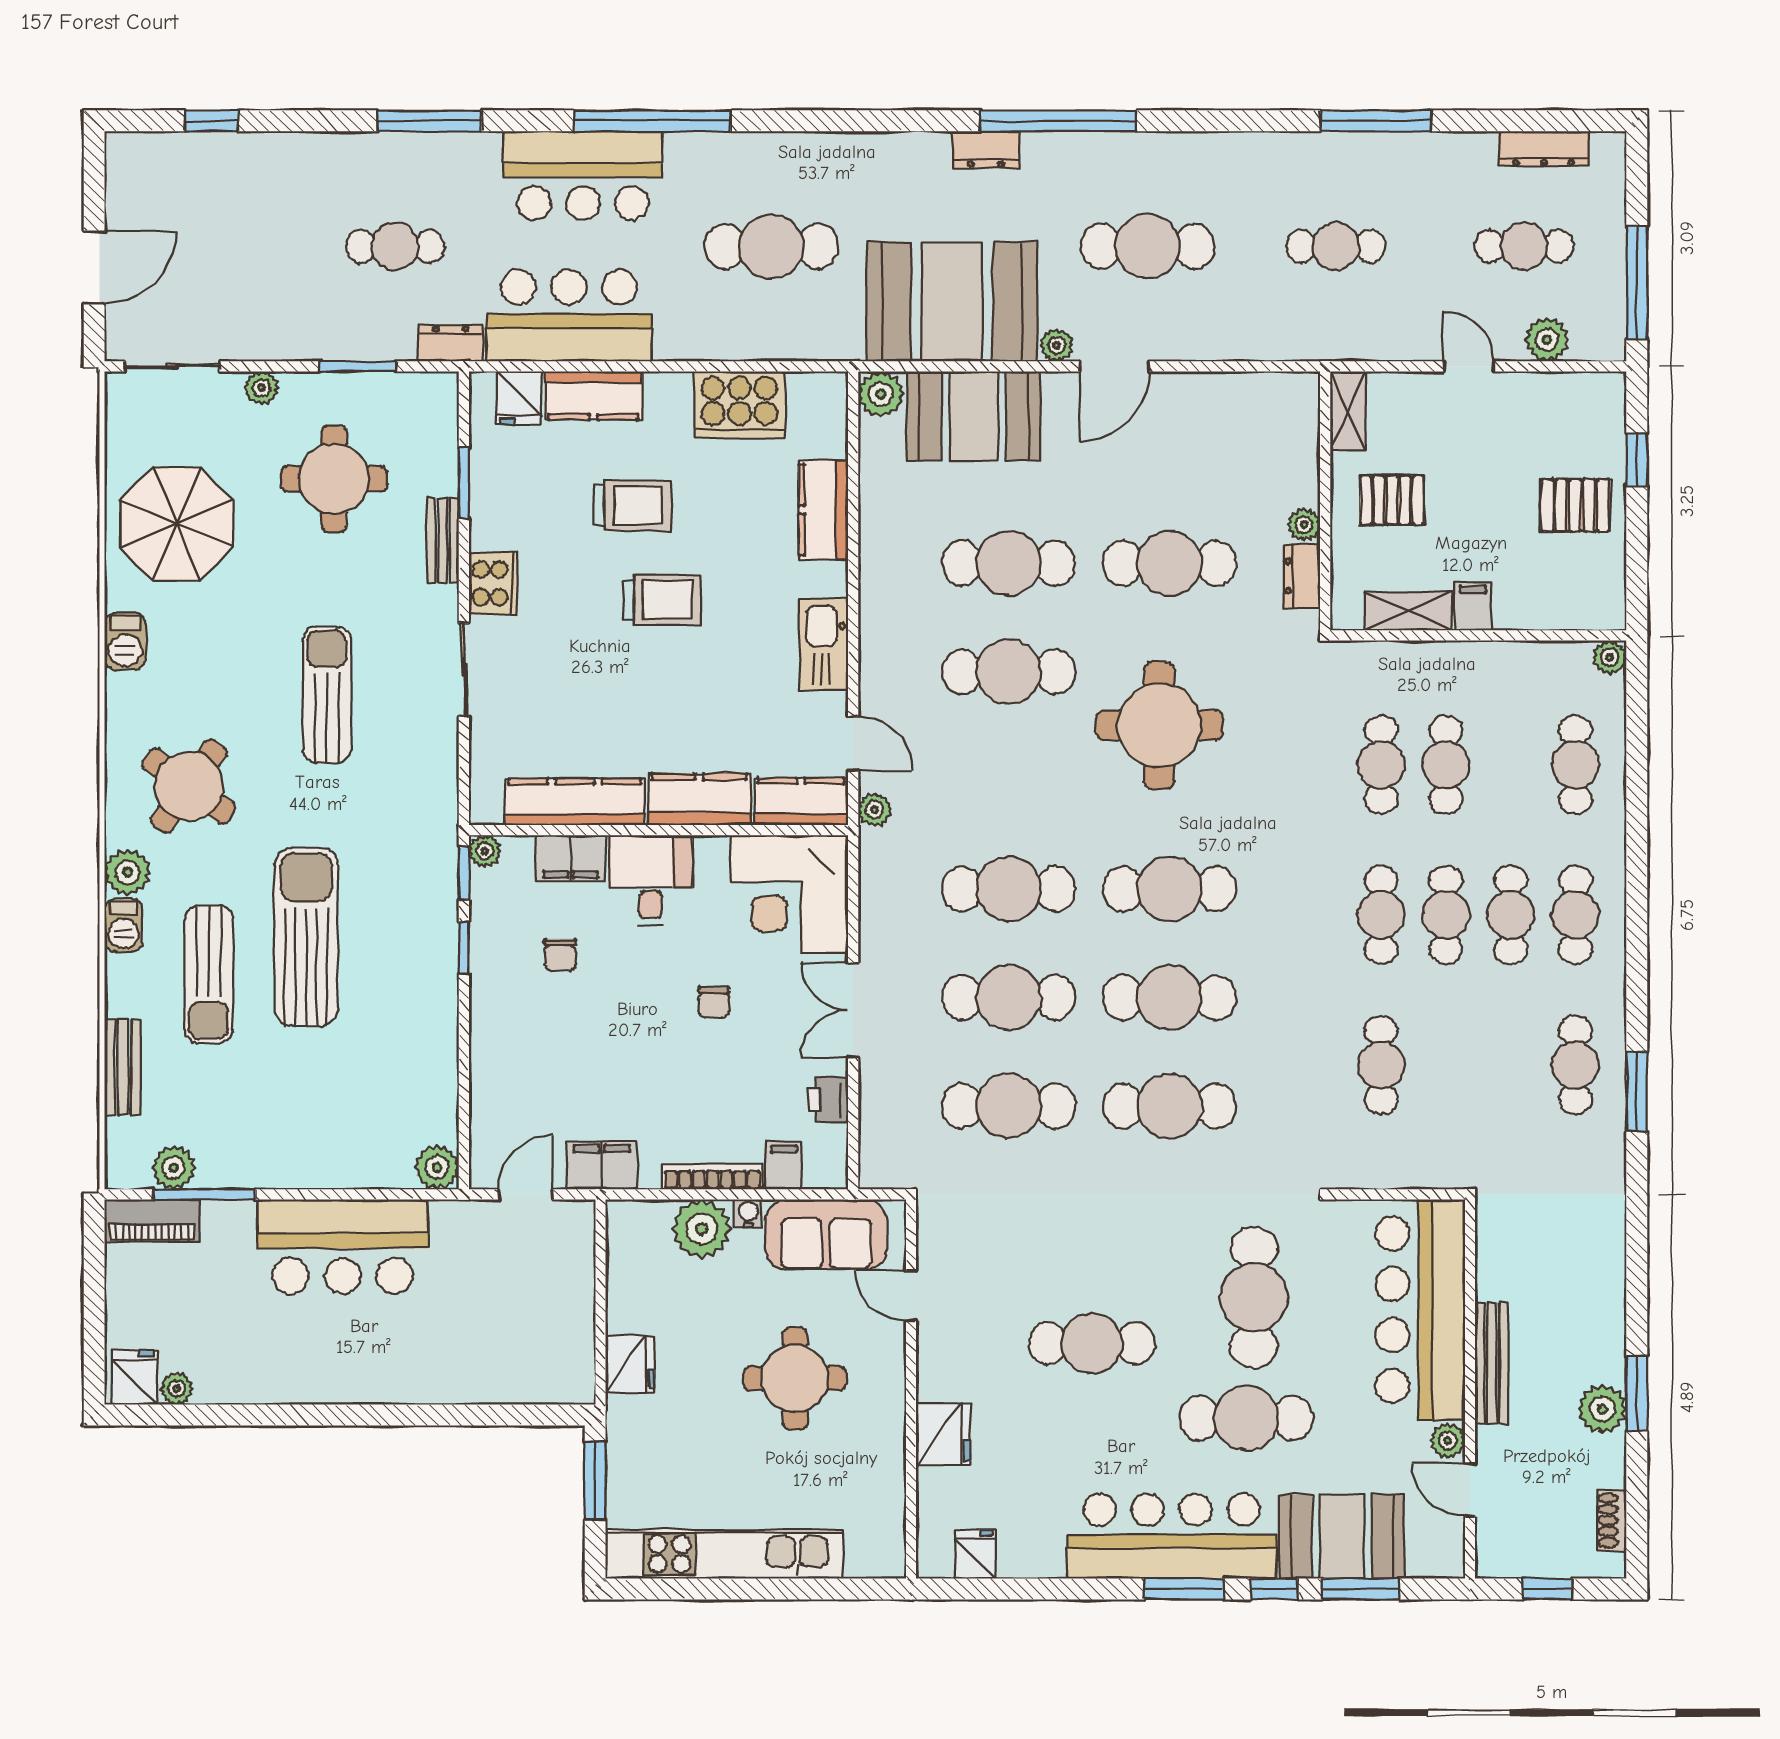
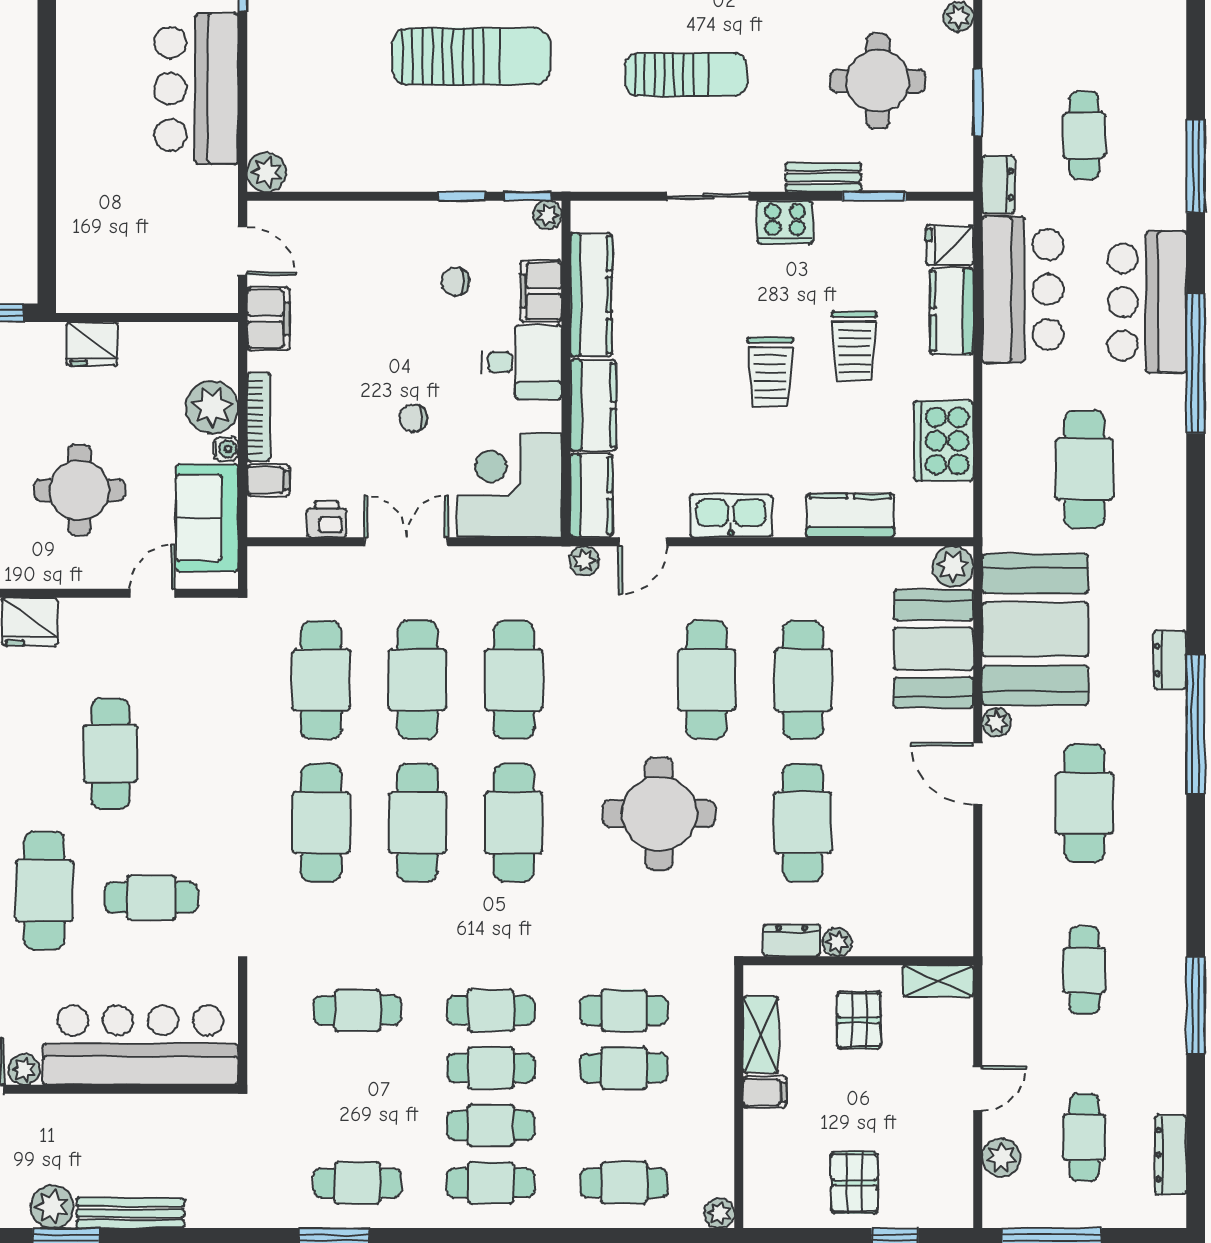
cafe table: (1254, 1297) -> (151, 898), width x0.73, depth x0.74
bench: (1492, 1363) -> (130, 1213), moved

